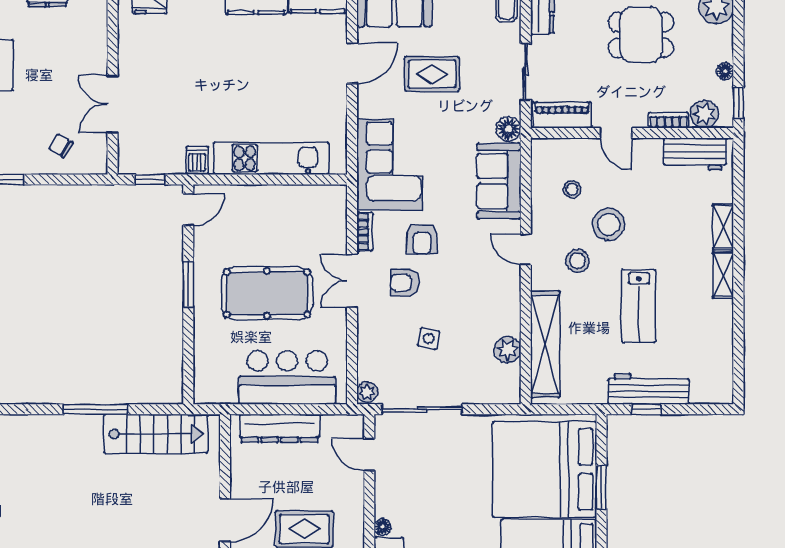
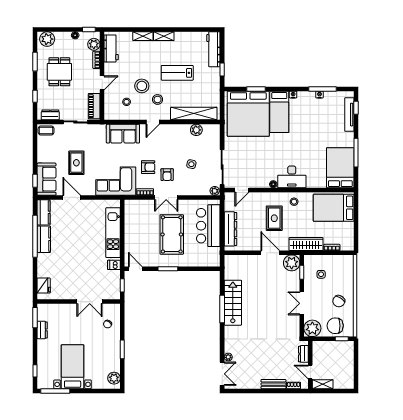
floor lamp: (509, 129) -> (100, 129), removed
lab bench: (639, 306) -> (177, 73), turned 180
workbench: (649, 389) -> (213, 49), moved
stairs: (156, 434) -> (233, 303), moved

